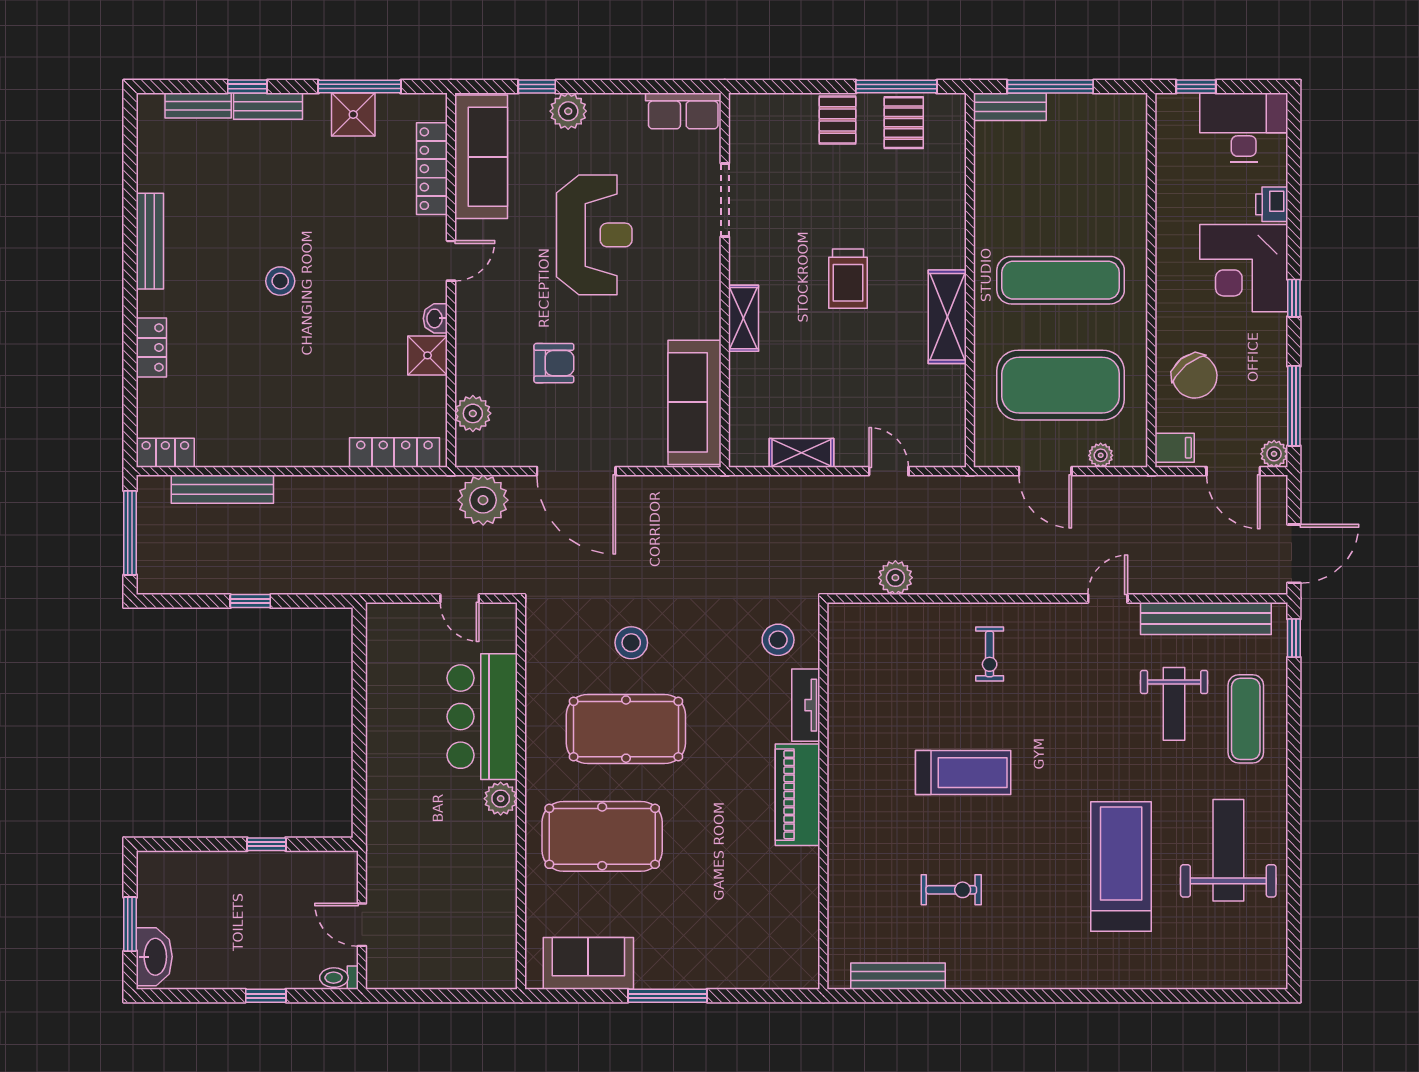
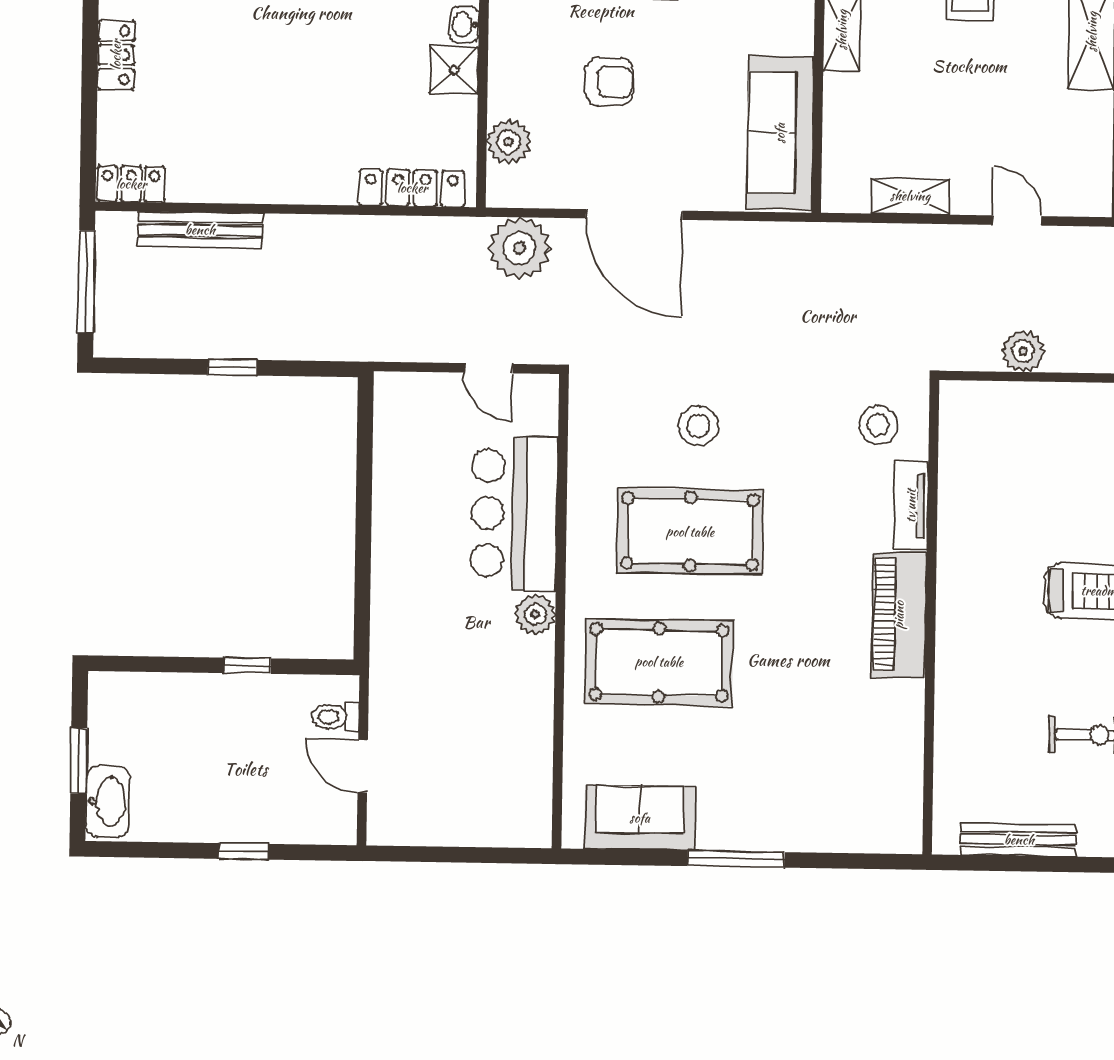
toilet: (339, 978) -> (335, 717), moved

